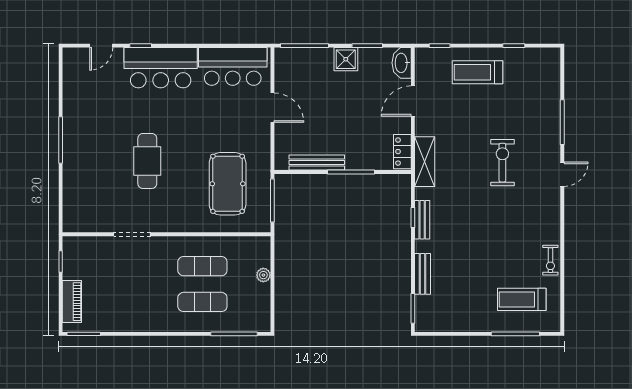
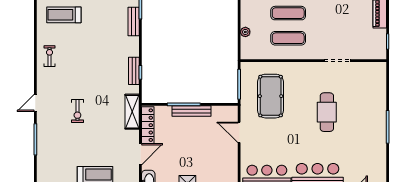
door: (272, 108) -> (239, 132), moved
locker: (402, 152) -> (148, 125), width x1.53
bench: (317, 162) -> (191, 111), moved
exercise bike: (502, 163) -> (77, 111), width x0.73, depth x0.72
exercise bike: (550, 260) -> (50, 56), moved
bench: (422, 274) -> (134, 22), moved
treadmill: (522, 299) -> (64, 15), turned 180

